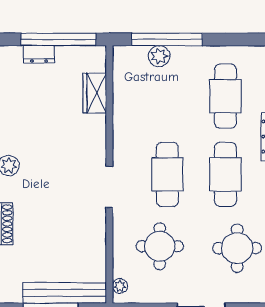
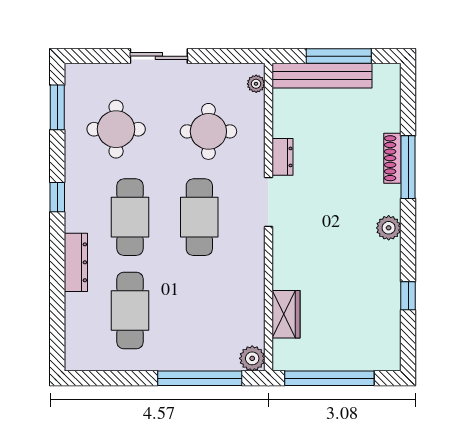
dresser: (39, 54) -> (282, 157), moved, turned 90
plant: (159, 56) -> (252, 358), moved

